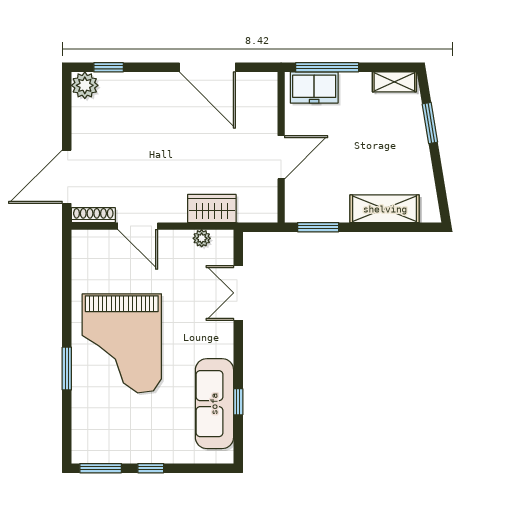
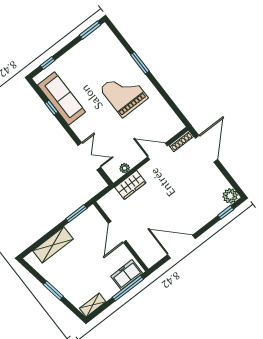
window: (430, 123) -> (53, 290), moved
grand piano: (122, 343) -> (124, 93), width x0.73, depth x0.68
window: (151, 468) -> (48, 63), moved

